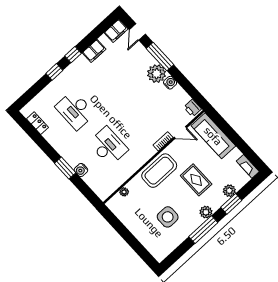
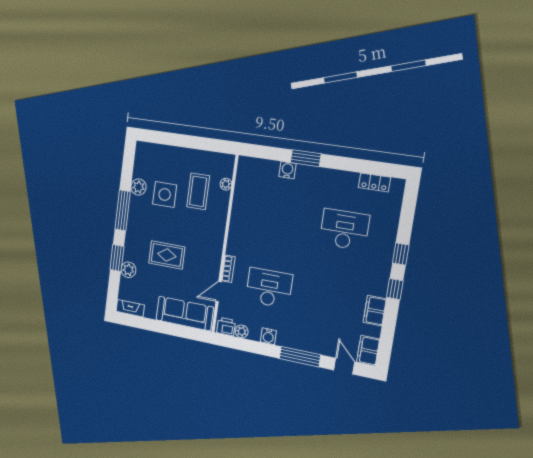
plant: (157, 74) -> (242, 331), moved, width x0.53, depth x0.53
desk: (108, 146) -> (269, 288), moved, turned 180
coffee table: (159, 171) -> (198, 191), moved, width x0.73, depth x0.76
plant: (206, 212) -> (139, 187), moved

